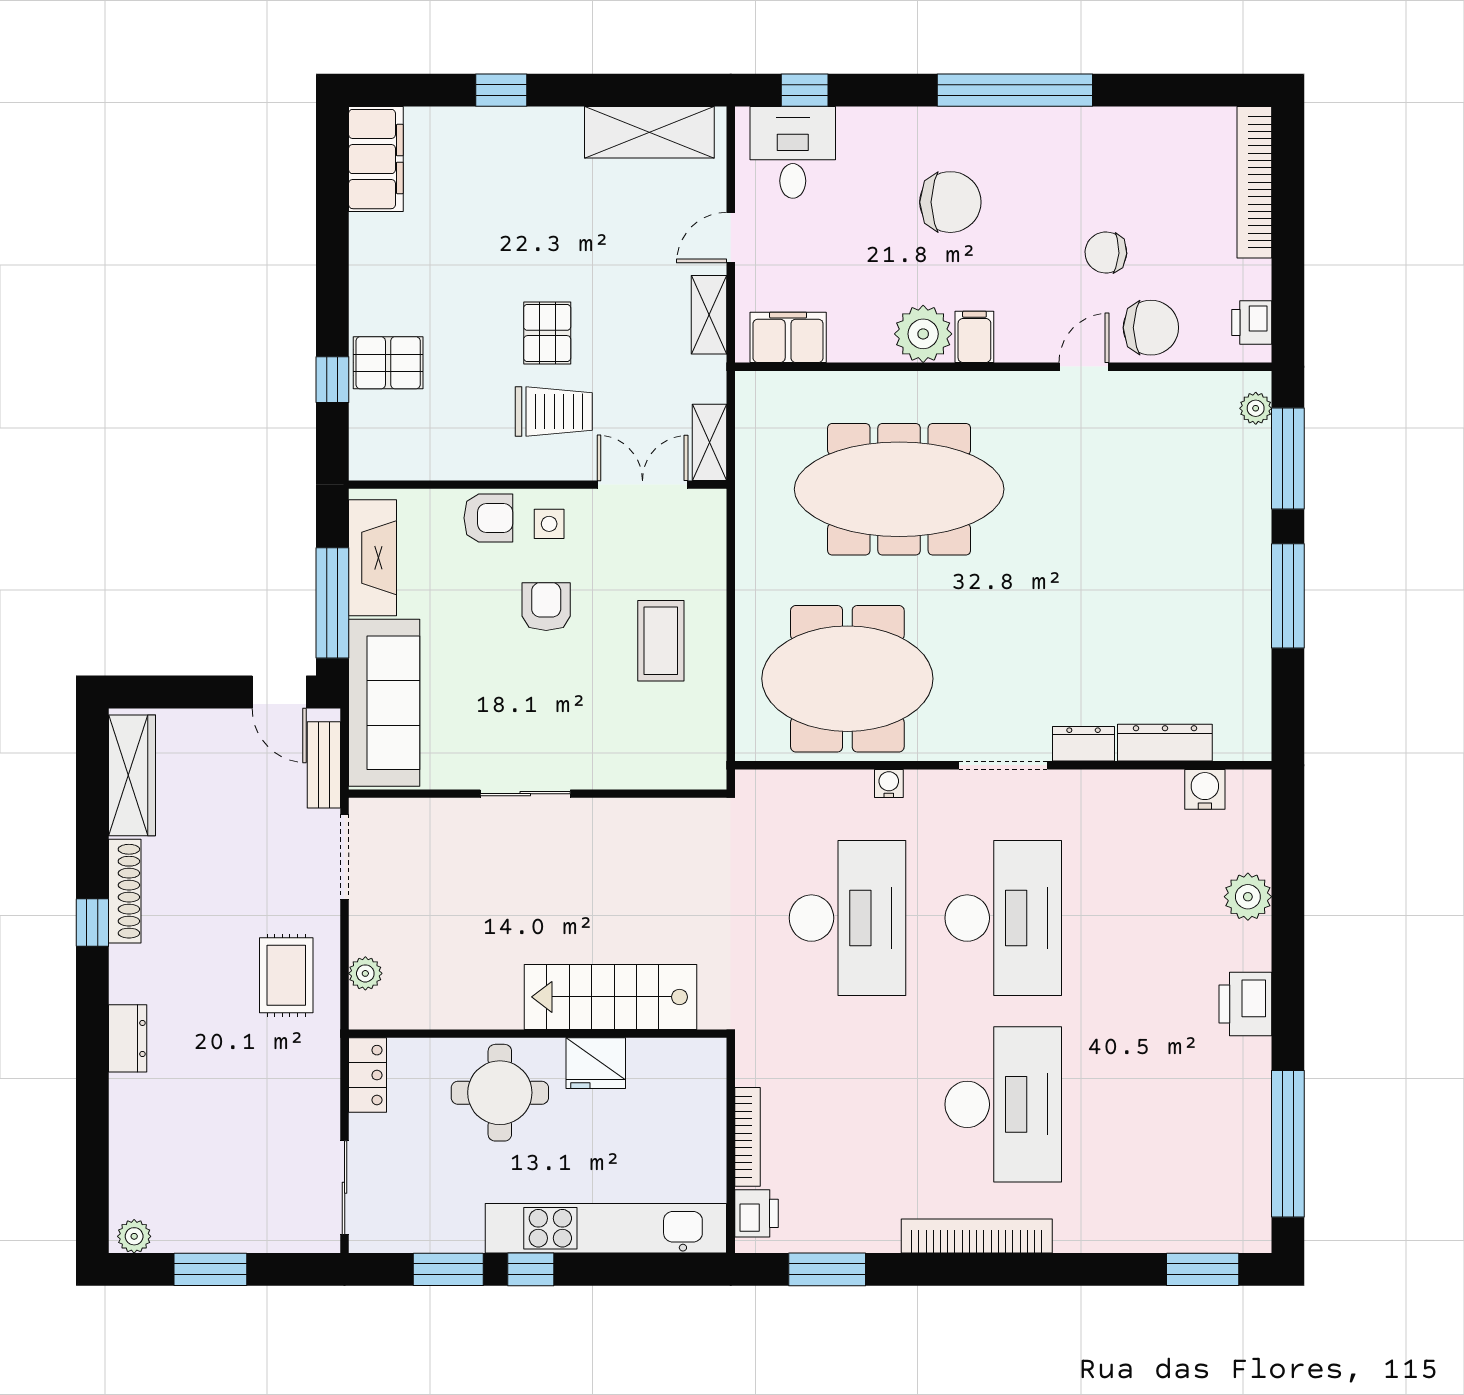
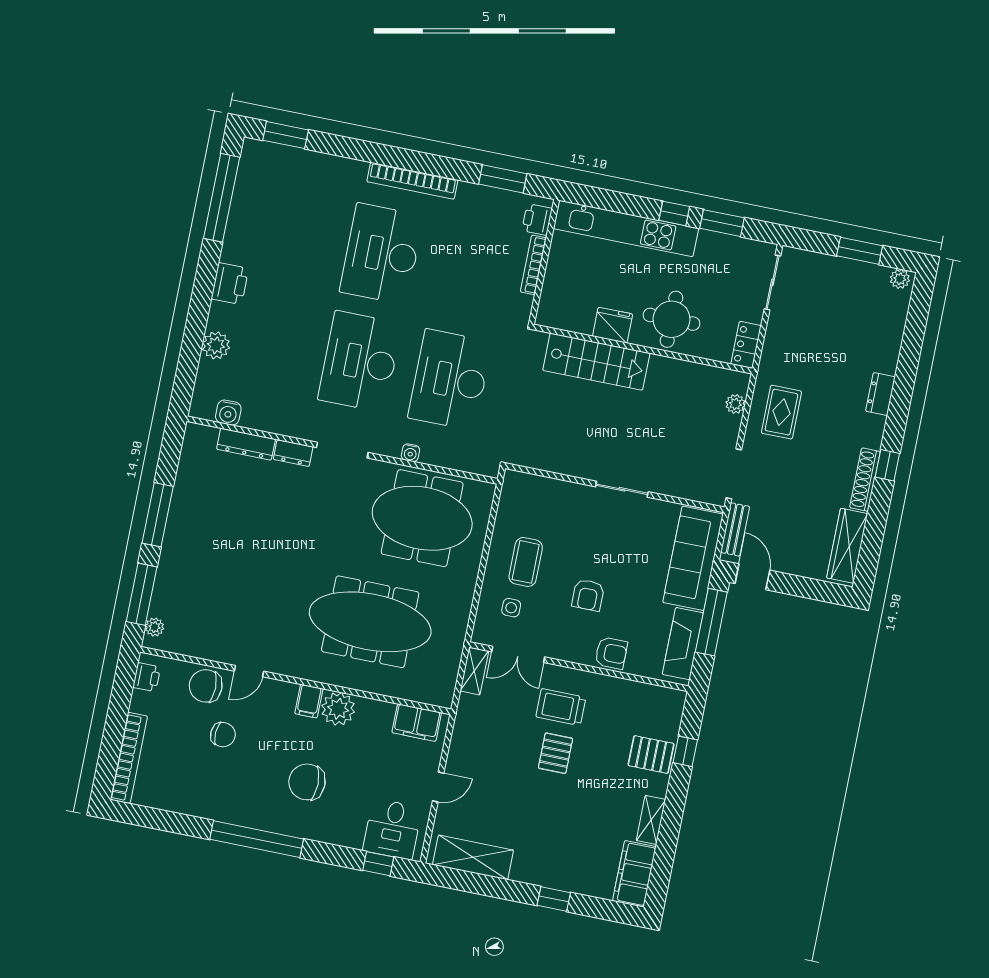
shelving: (709, 315) -> (651, 820), moved
armchair: (488, 518) -> (611, 653), turned 180
side table: (549, 524) -> (511, 608), moved

